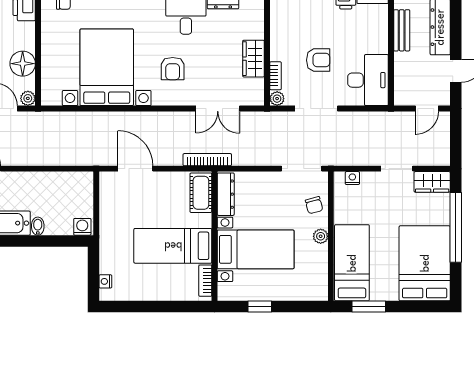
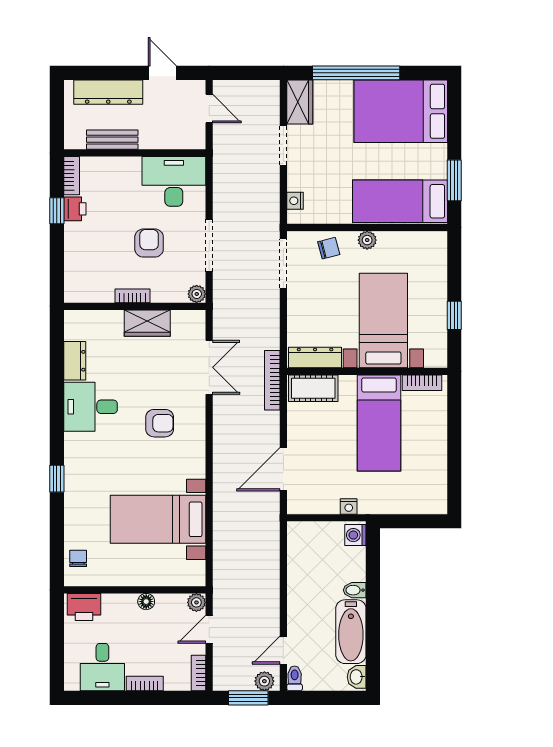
floor lamp: (23, 64) -> (146, 602), width x0.53, depth x0.53
bed with nightstands: (107, 67) -> (158, 519), width x0.73
bookcase: (276, 76) -> (133, 296), moved
nightstand: (105, 281) -> (349, 506), moved

